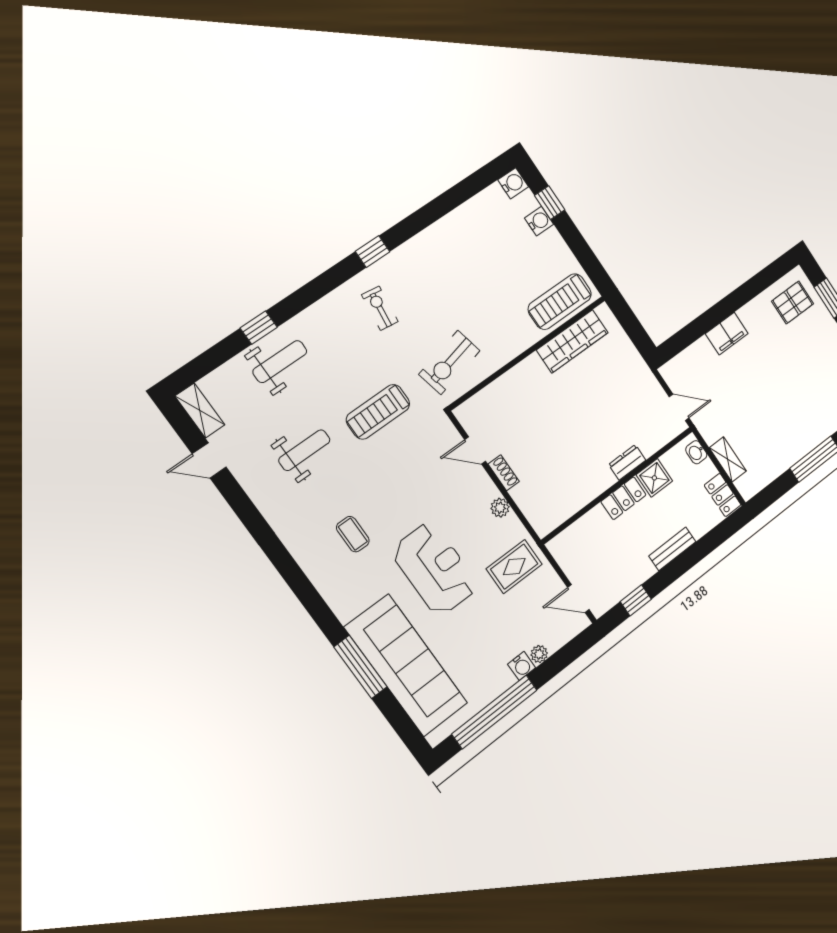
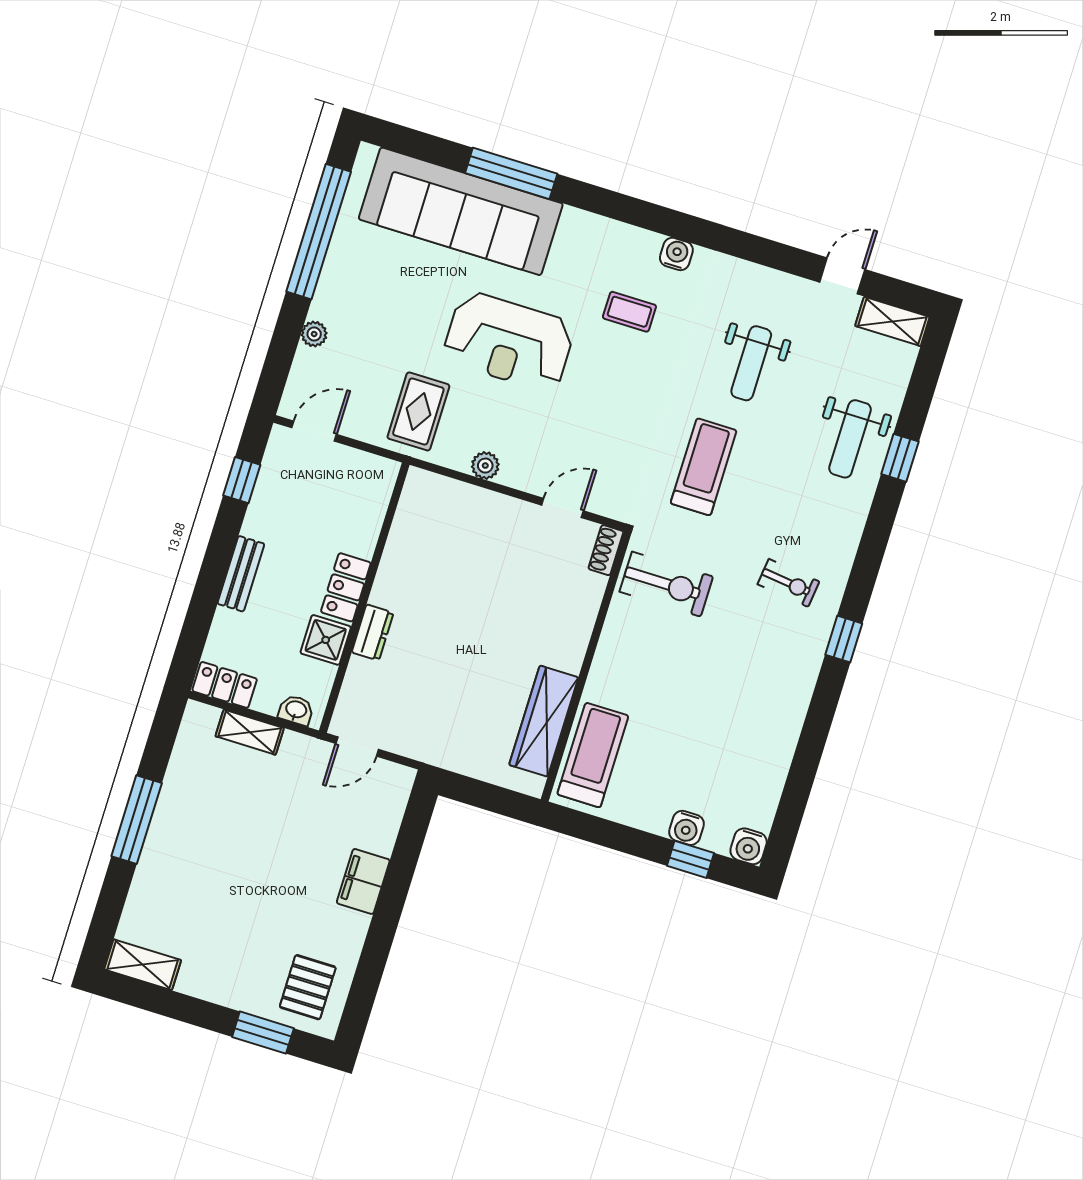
exercise bike: (449, 362) -> (666, 584), turned 103
shoe rack: (504, 473) -> (606, 550), moved, turned 90
water cooler: (522, 666) -> (676, 254), moved, turned 90

